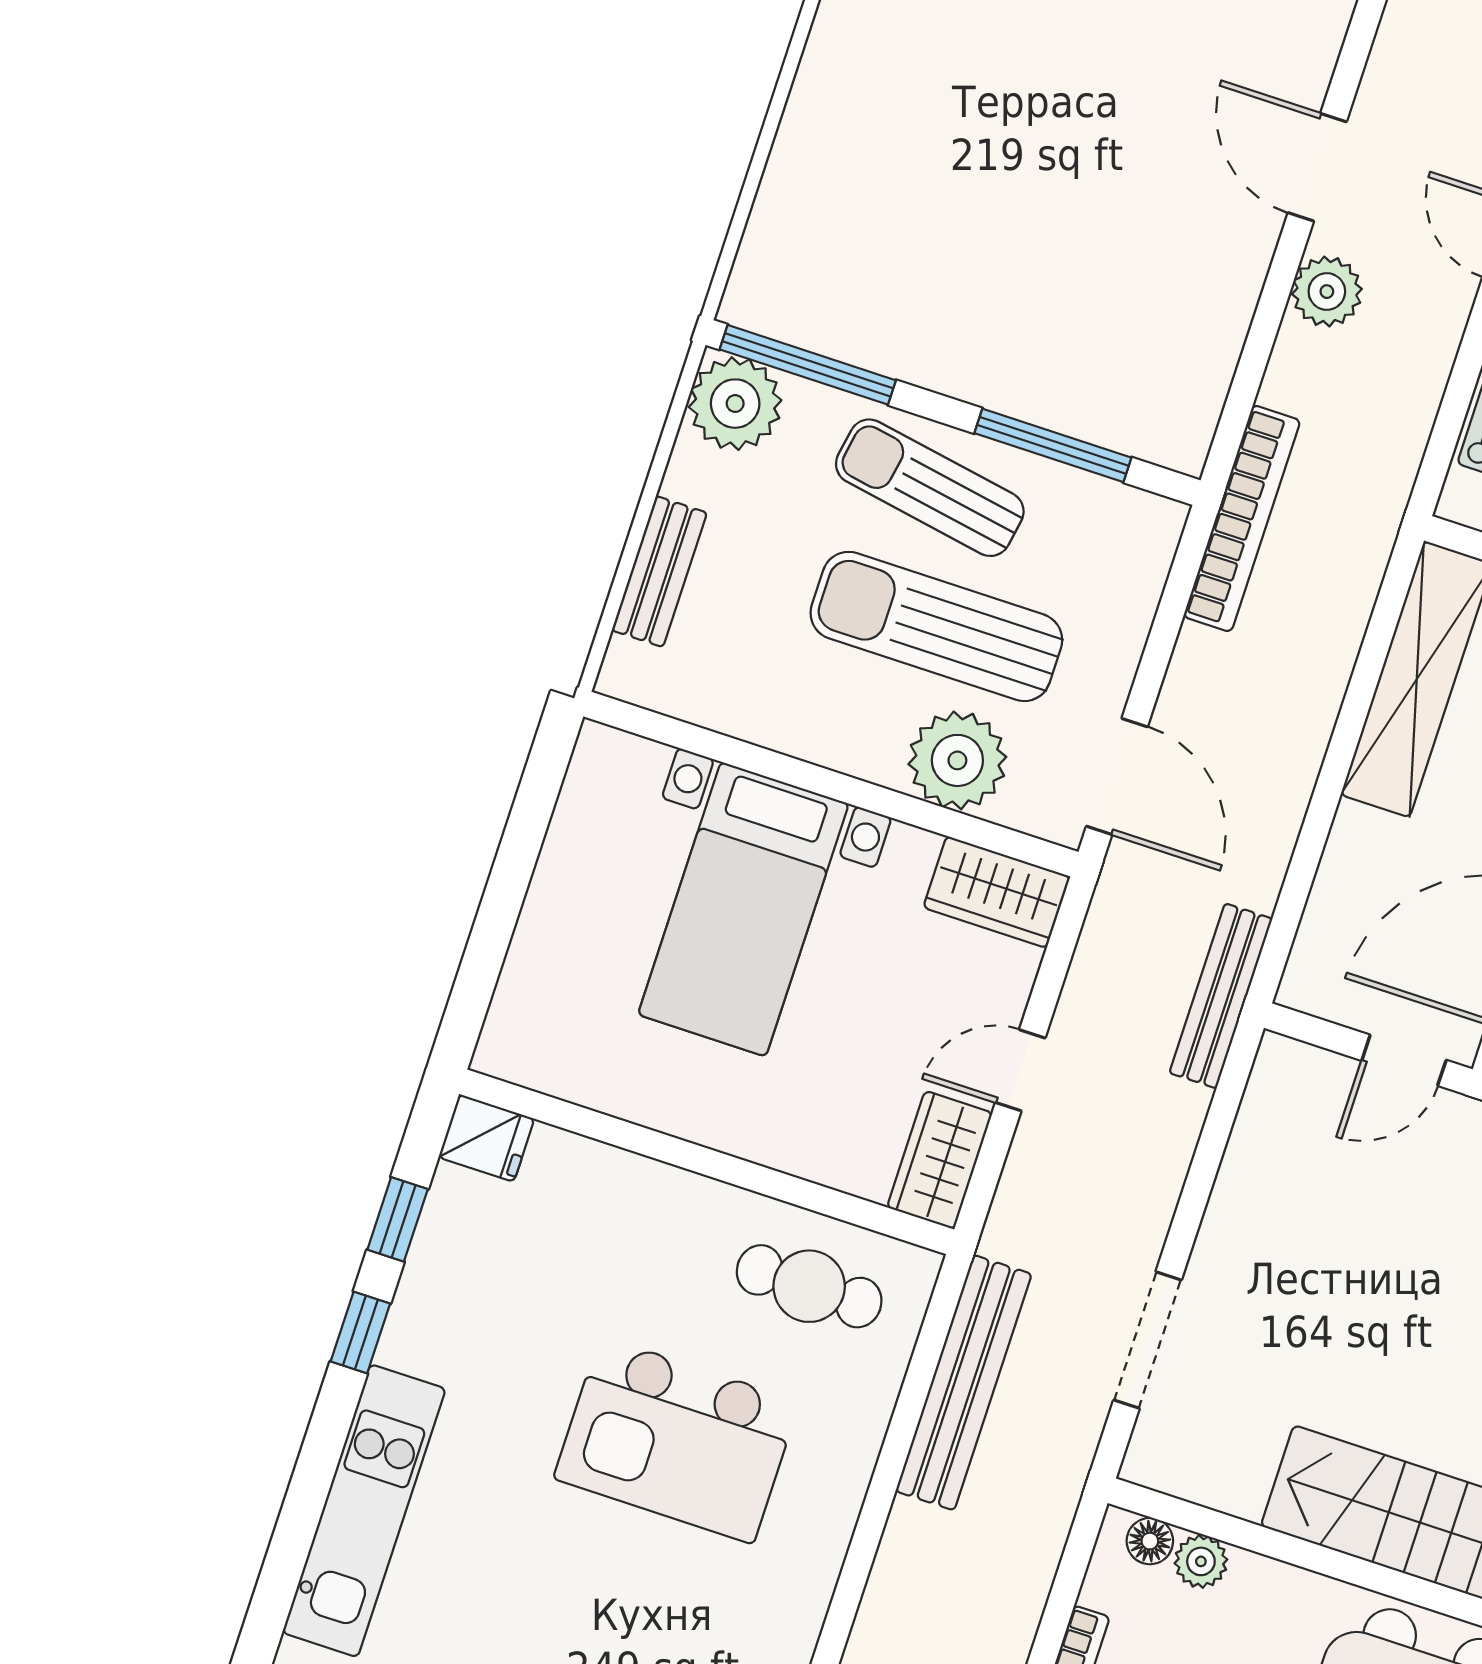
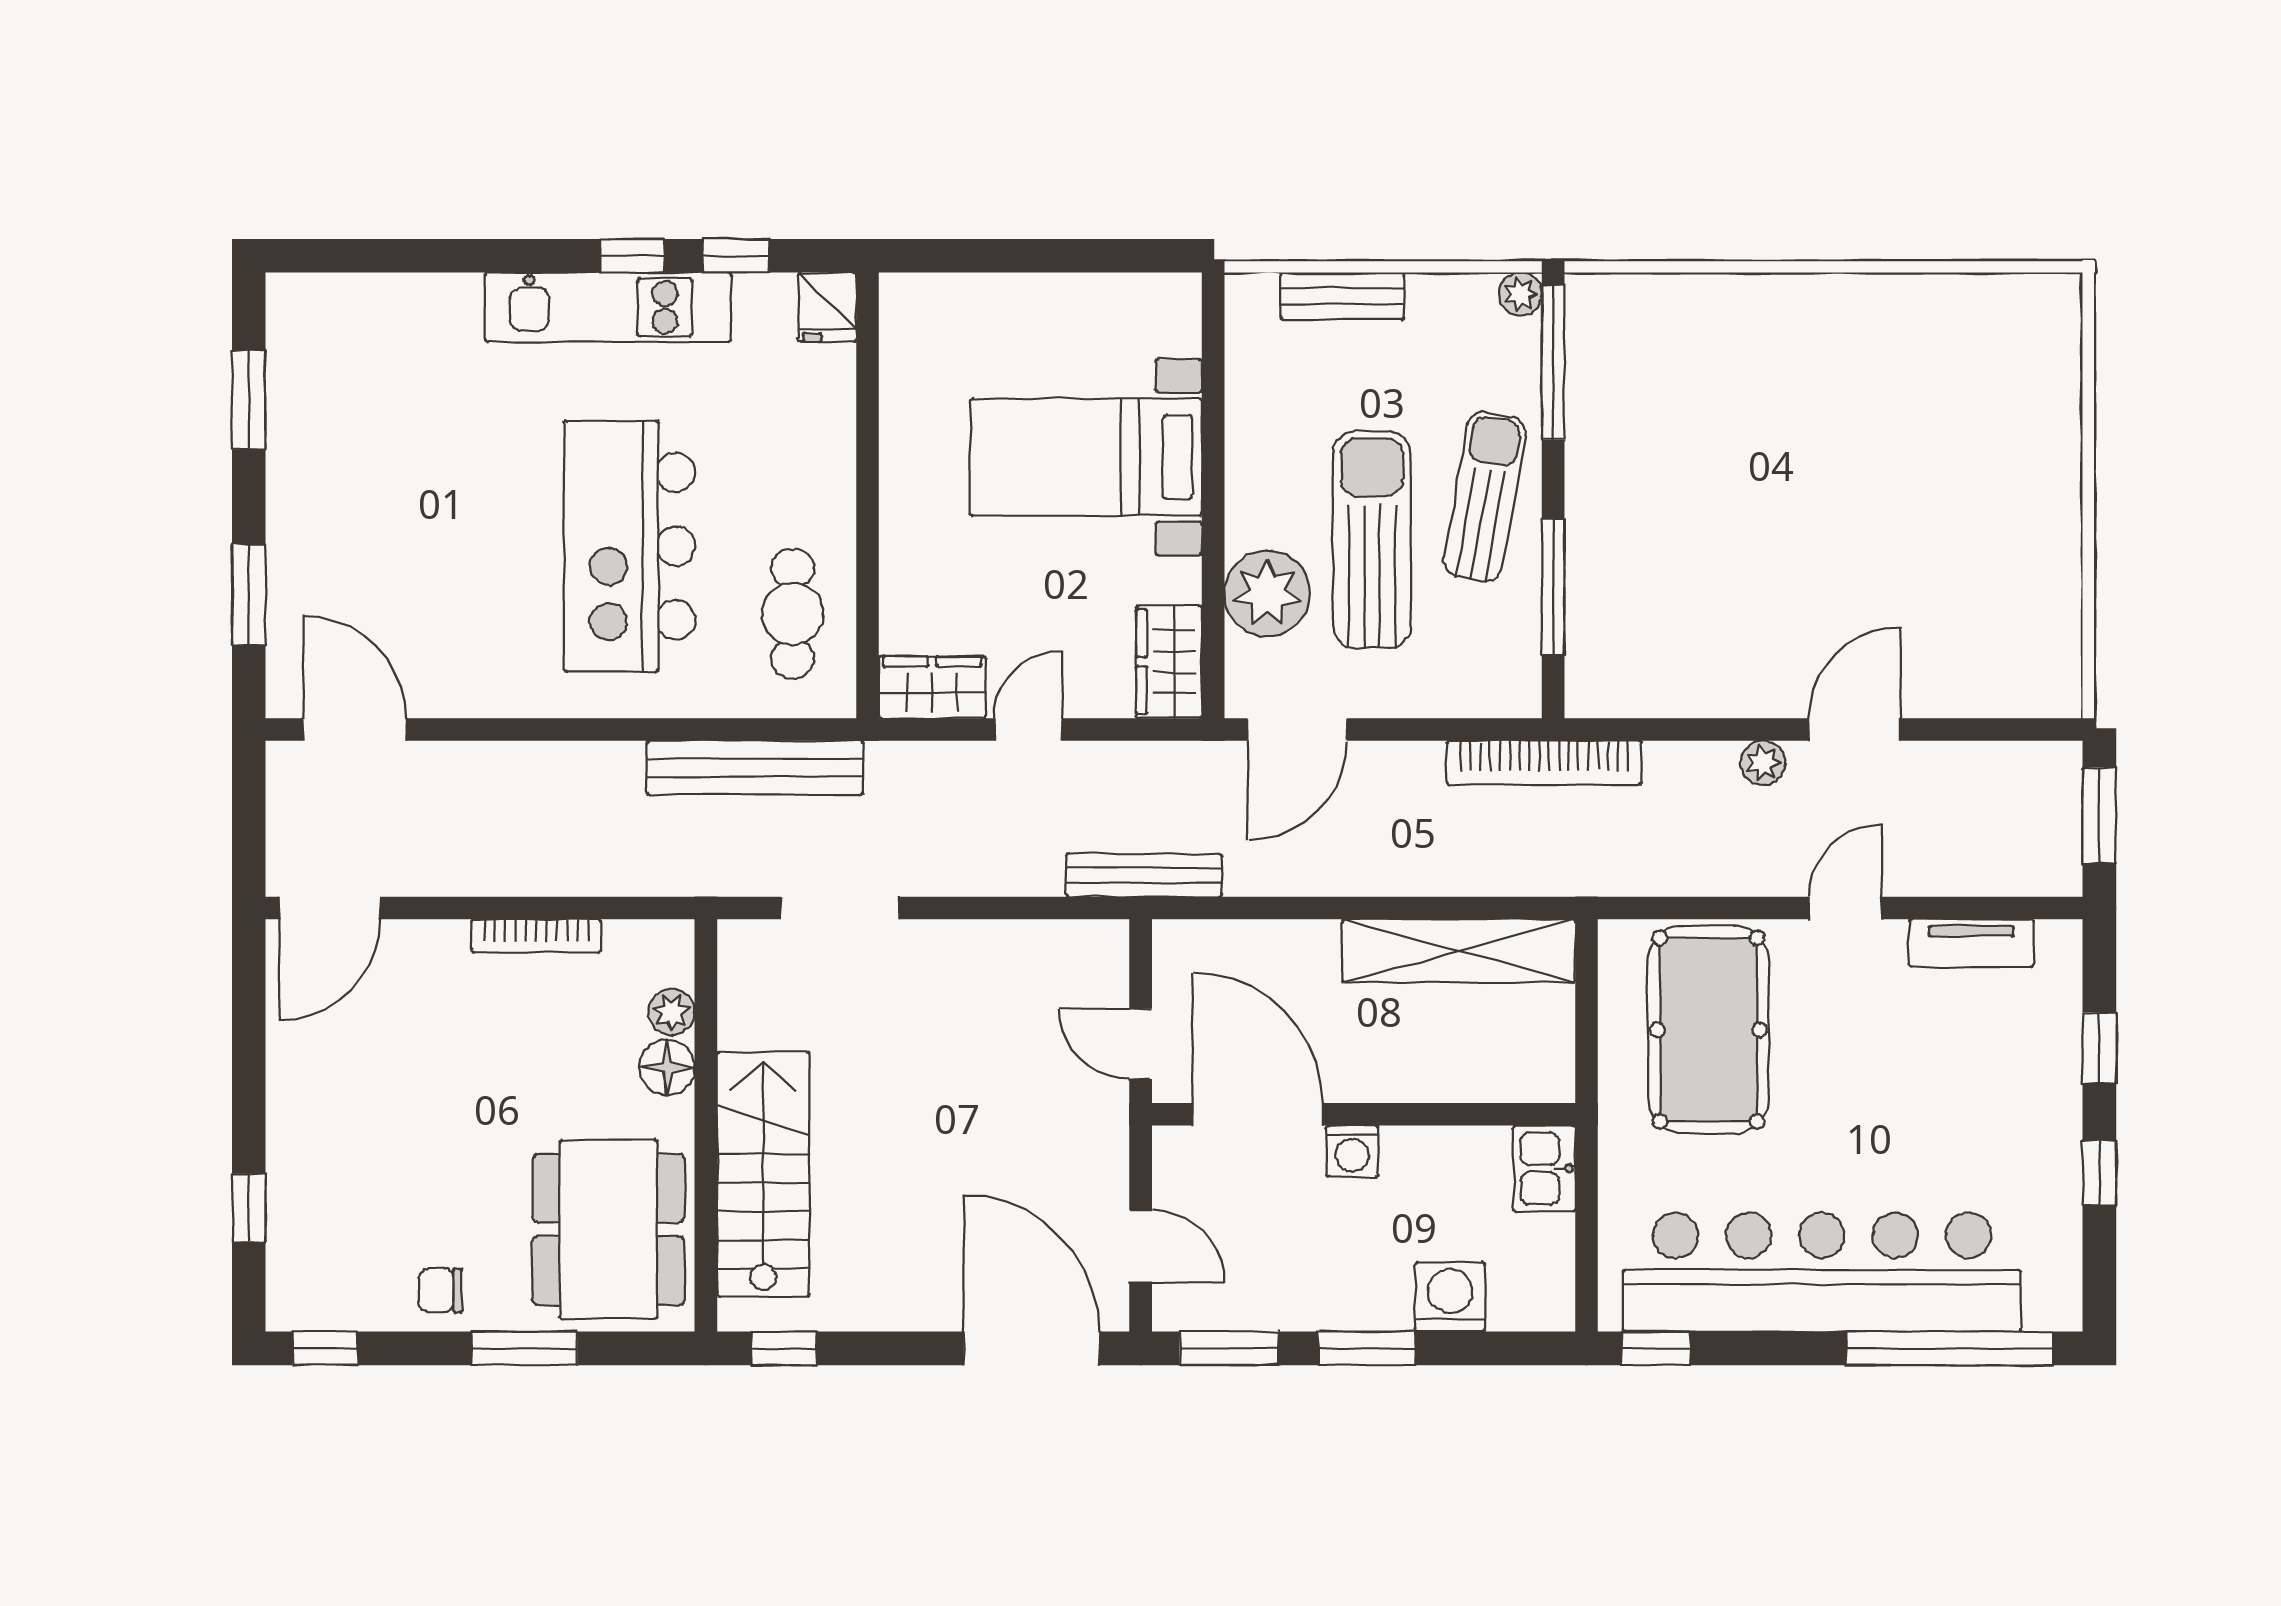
plant: (1327, 292) -> (1763, 763), width x0.73, depth x0.73
plant: (735, 404) -> (1520, 294), width x0.53, depth x0.53
door: (1020, 1070) -> (1028, 730), hinge flipped
kitchen island: (677, 1440) -> (630, 546), width x1.37
kitchen unit: (364, 1511) -> (608, 307), moved
floor lamp: (1150, 1541) -> (667, 1067), moved, width x1.37, depth x1.37

